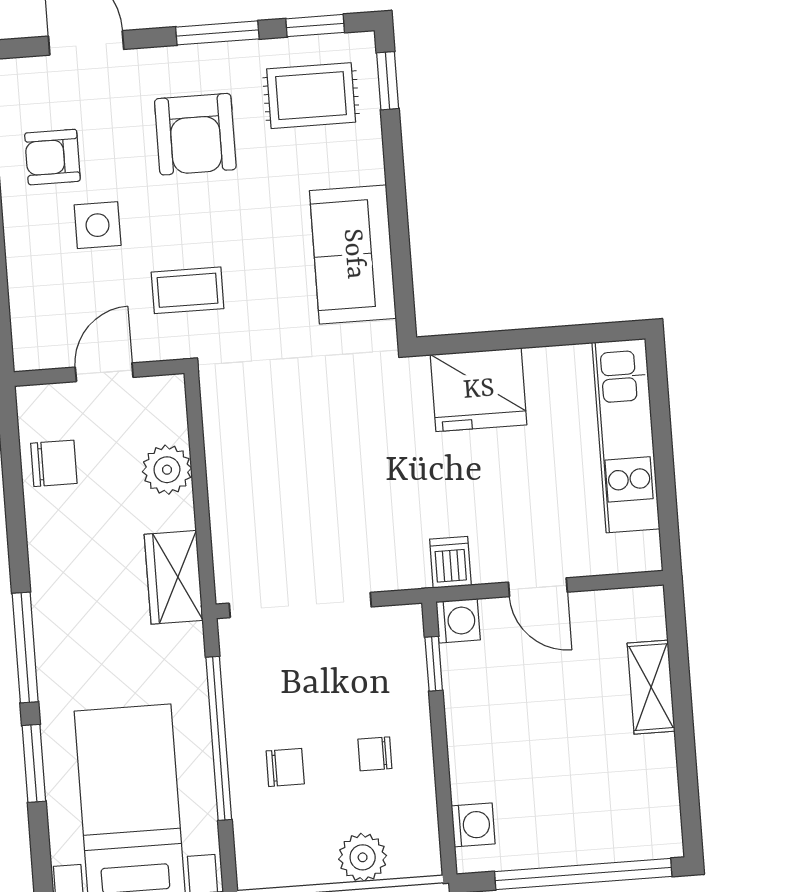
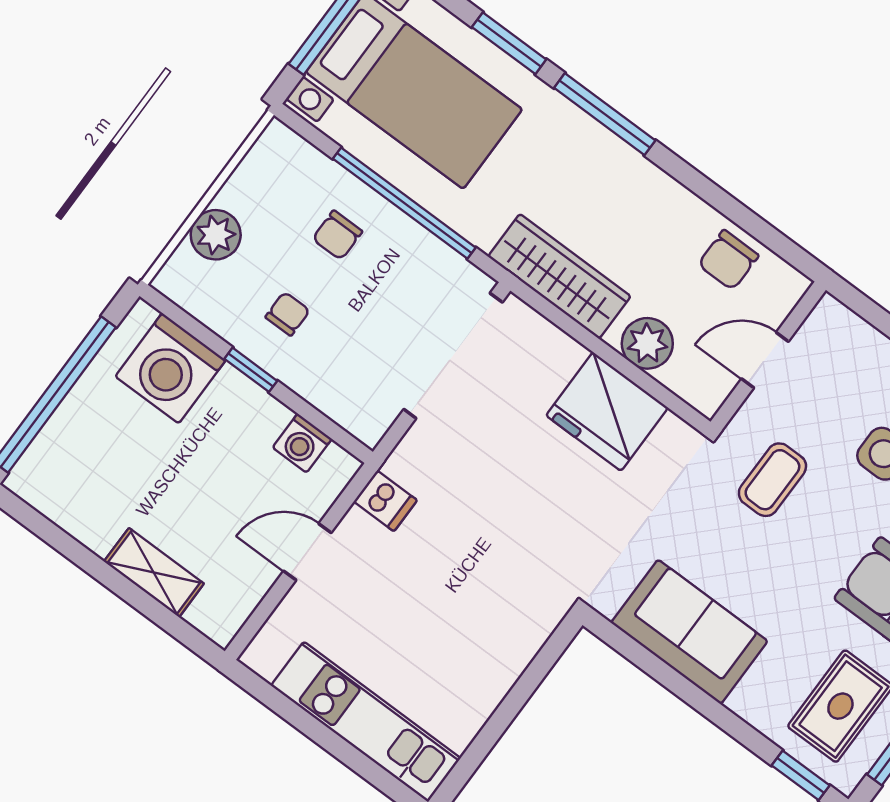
door: (104, 372) -> (765, 360), swing flipped
fridge: (479, 390) -> (607, 412), moved, turned -90
wardrobe: (174, 577) -> (559, 276), width x1.50
washing machine: (458, 621) -> (302, 443), moved
window: (434, 664) -> (251, 370), moved
washing machine: (473, 825) -> (171, 368), width x1.89, depth x1.89

